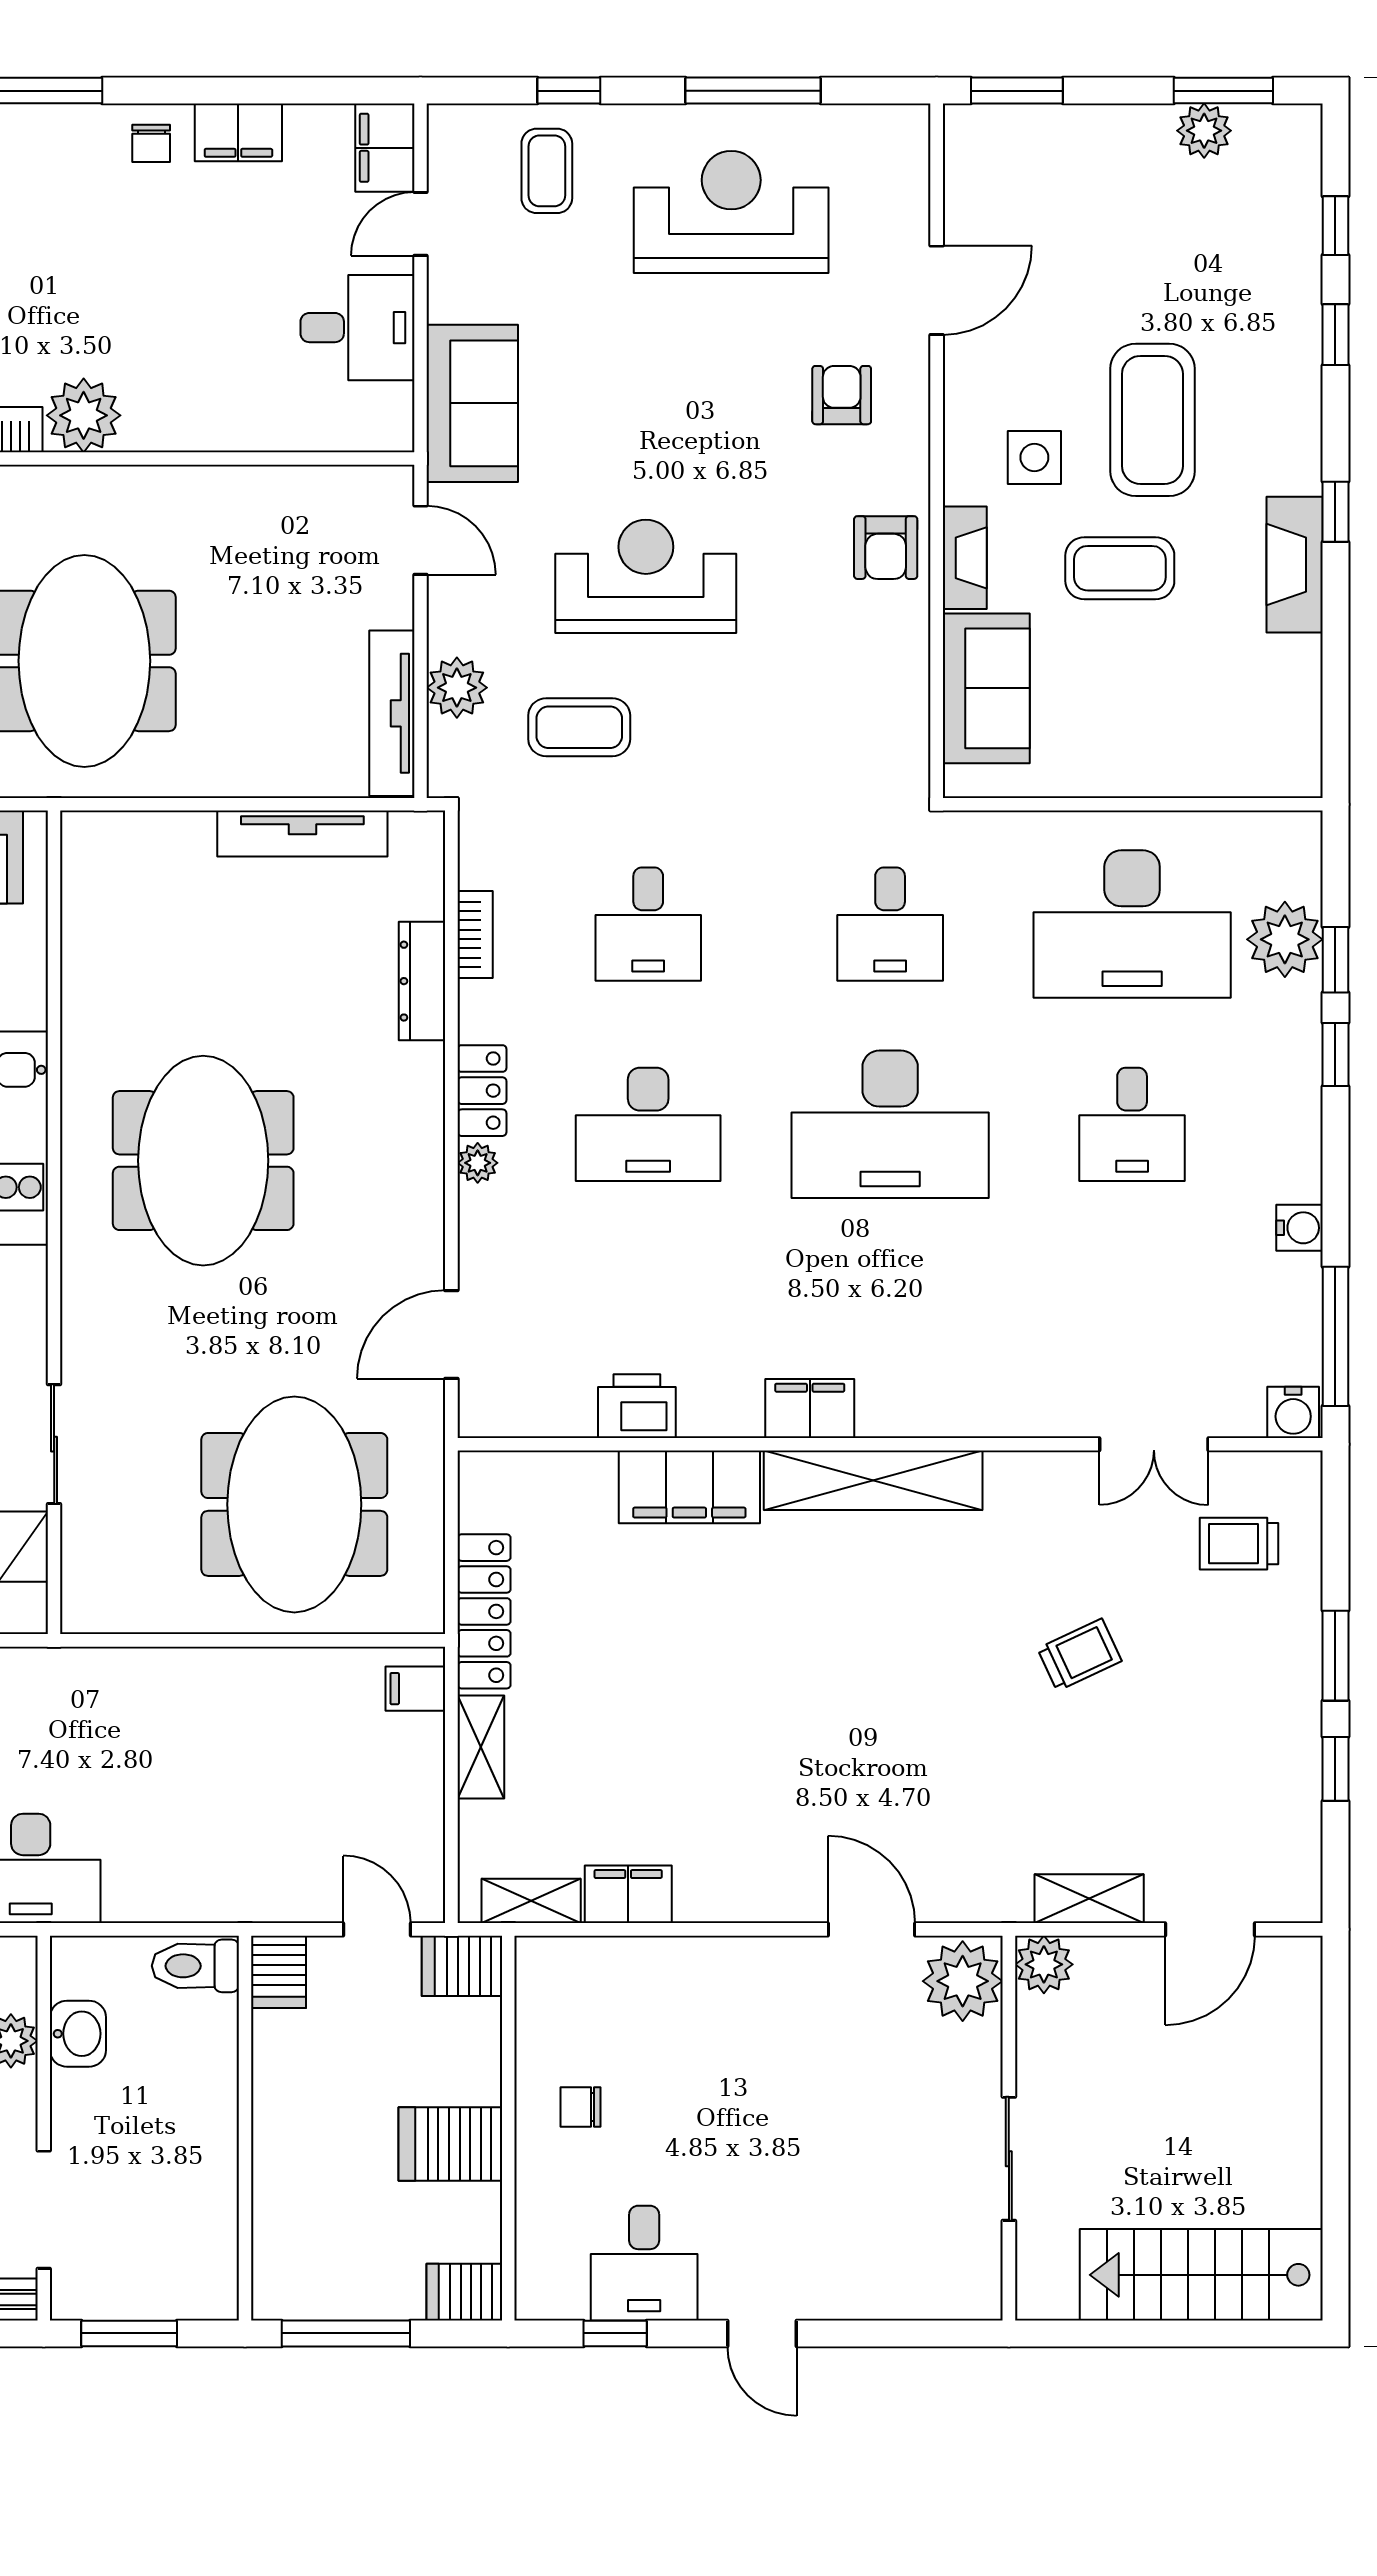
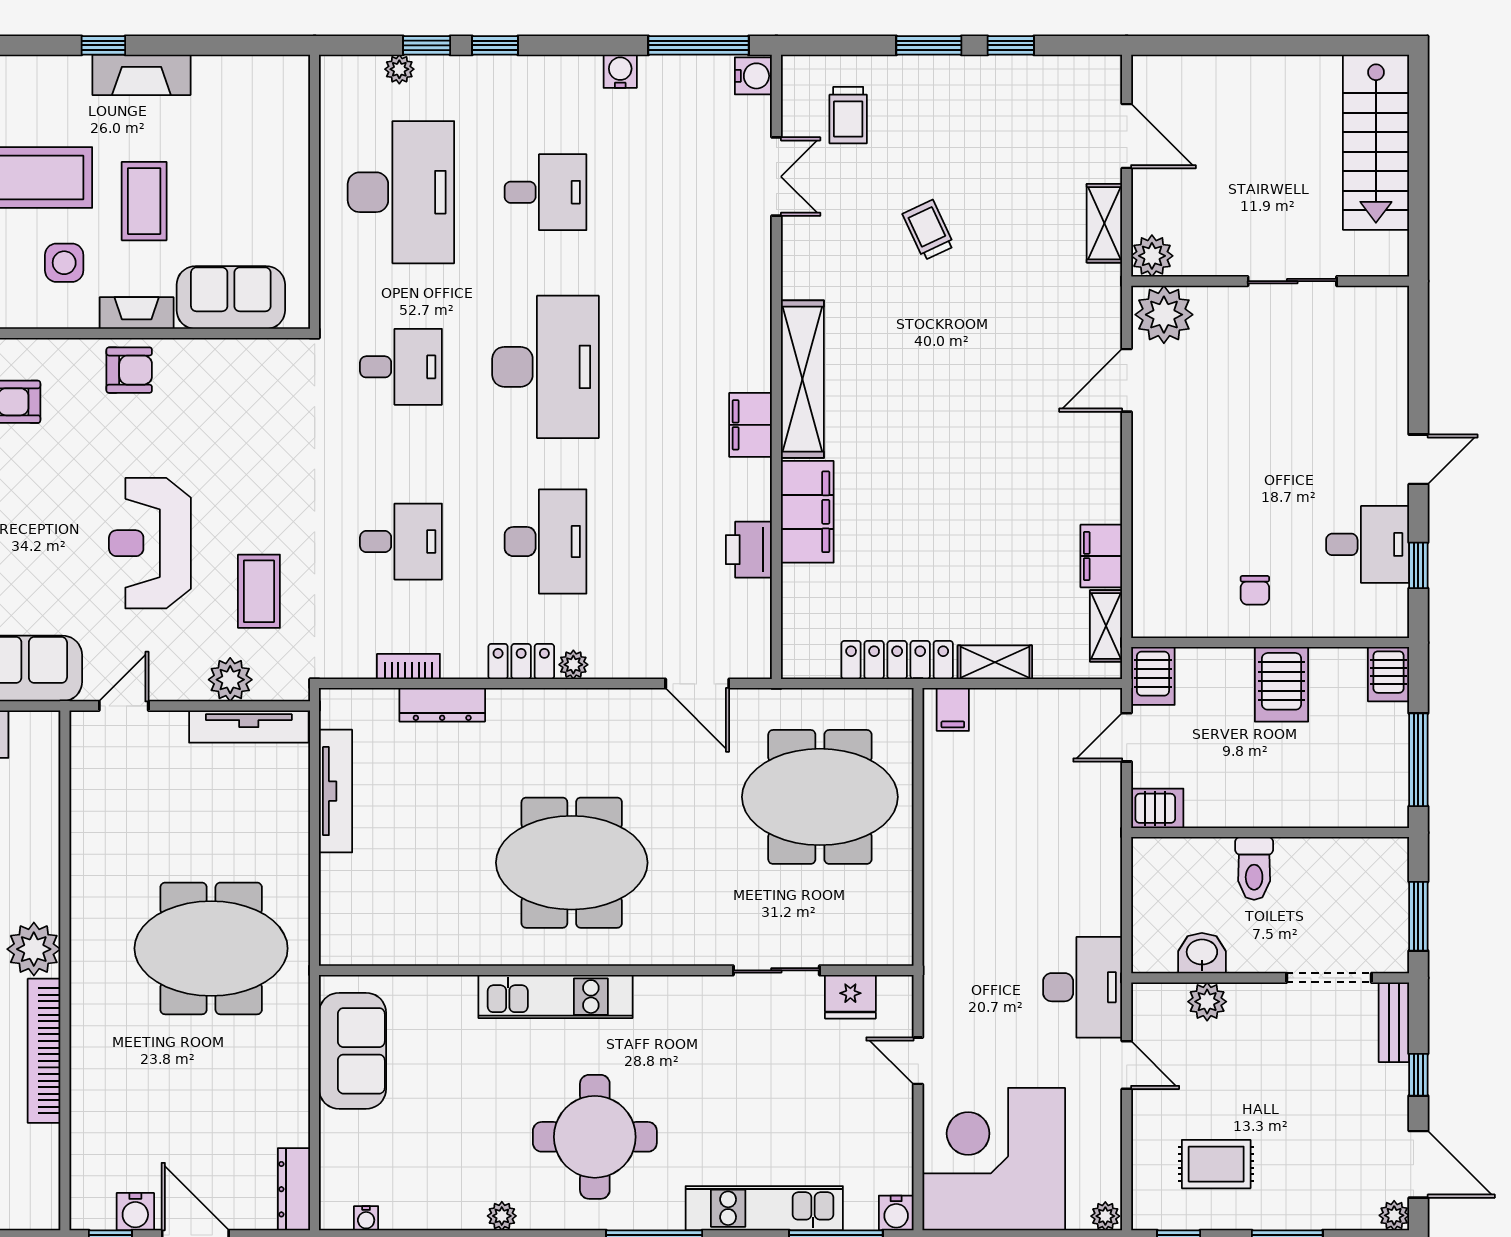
plant: (1285, 939) -> (399, 69), width x0.53, depth x0.53
toilet: (195, 1966) -> (1254, 868), moved

